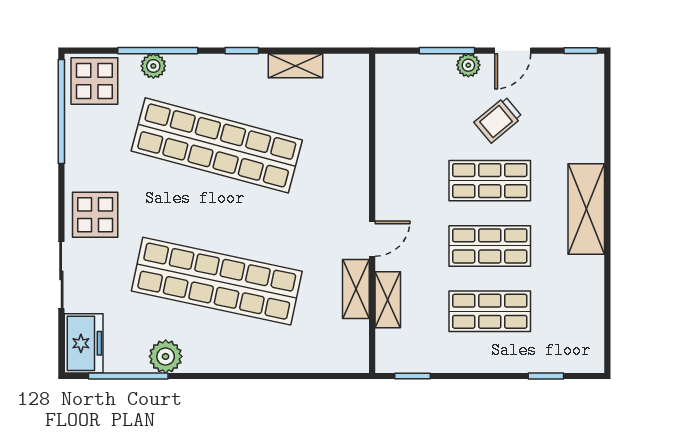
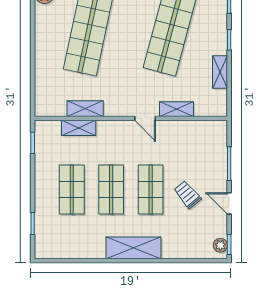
plant: (468, 65) -> (220, 245), moved
shelving: (357, 138) -> (176, 109), added
door: (372, 239) -> (145, 118), moved

